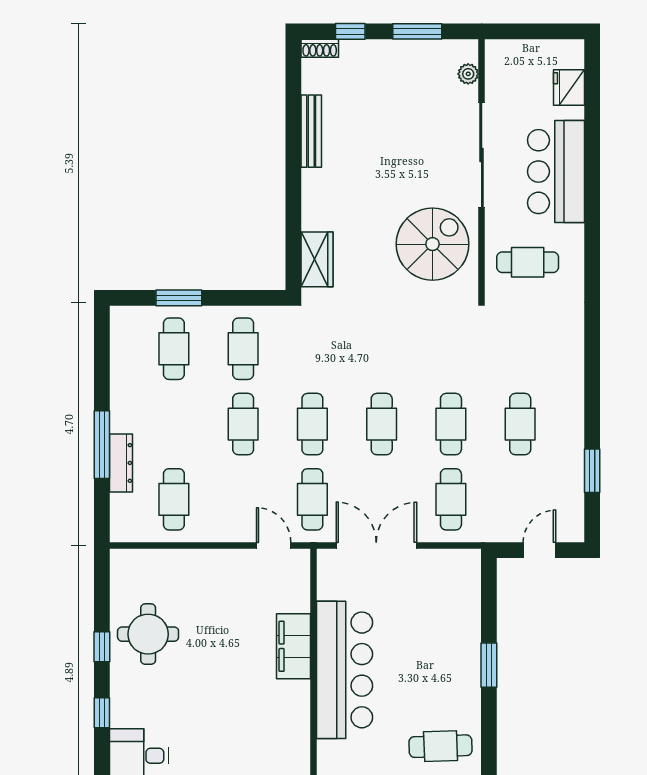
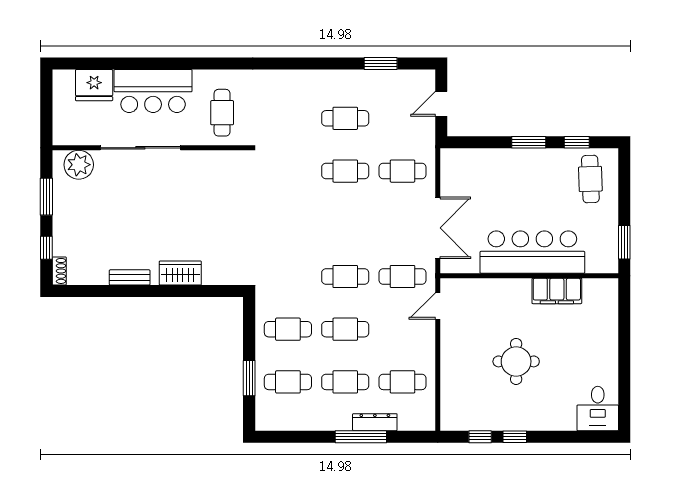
plant: (468, 74) -> (79, 165), width x1.87, depth x1.87
fridge: (569, 88) -> (94, 85), width x1.36, depth x1.34
bench: (311, 131) -> (130, 277), width x0.73
spiral stairs: (432, 244) -> (208, 185), removed
wardrobe: (317, 259) -> (180, 273), moved
cafe table: (382, 424) -> (345, 382), moved
double door: (376, 546) -> (438, 228), swing flipped
door: (539, 550) -> (441, 104), hinge flipped
round table: (148, 634) -> (516, 361), moved
filing cabinet: (293, 646) -> (557, 291), moved
window: (102, 713) -> (480, 437), moved
window: (489, 728) -> (577, 142), added

